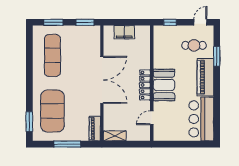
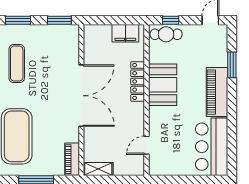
filing cabinet: (124, 32) -> (125, 33), moved
cafe table: (194, 45) -> (166, 34), moved
exercise mat: (52, 55) -> (17, 64), width x0.73, depth x0.69
locker: (145, 85) -> (138, 81), moved
booth: (164, 85) -> (163, 85), moved

